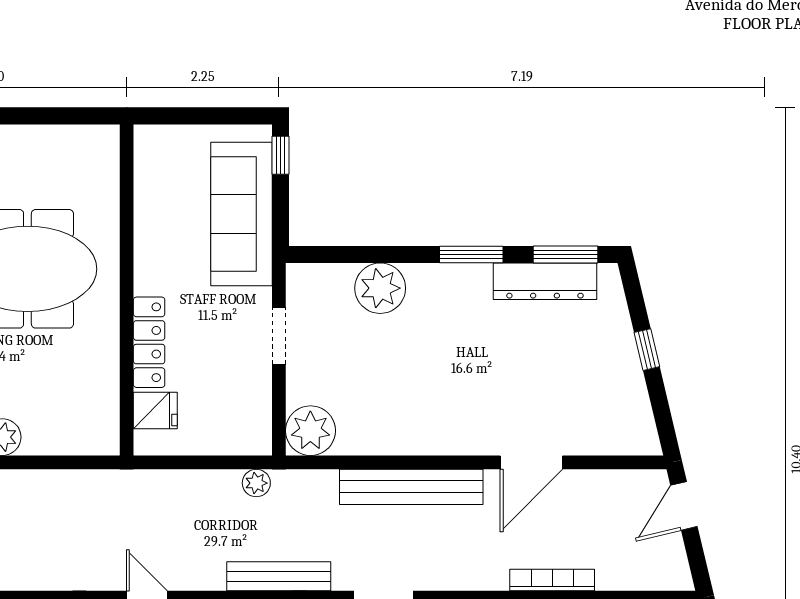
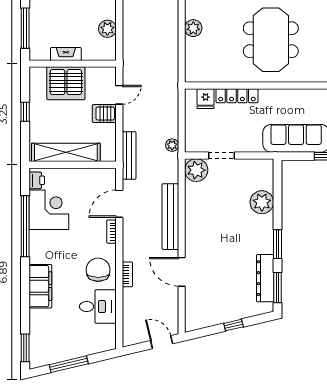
doorway: (279, 336) -> (222, 156), moved
bookcase: (552, 580) -> (127, 274), width x0.64

